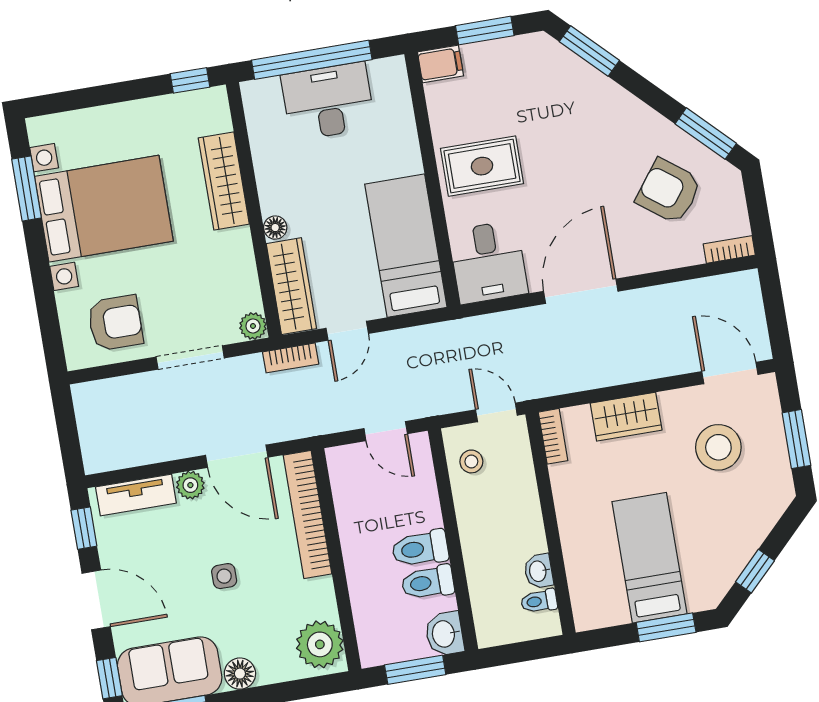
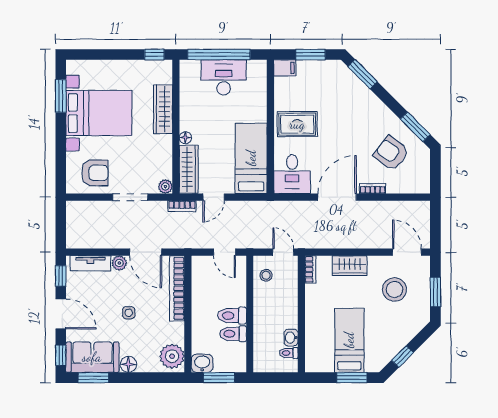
bookcase: (729, 249) -> (373, 189), moved
washbasin: (444, 634) -> (202, 363), moved, turned 90

